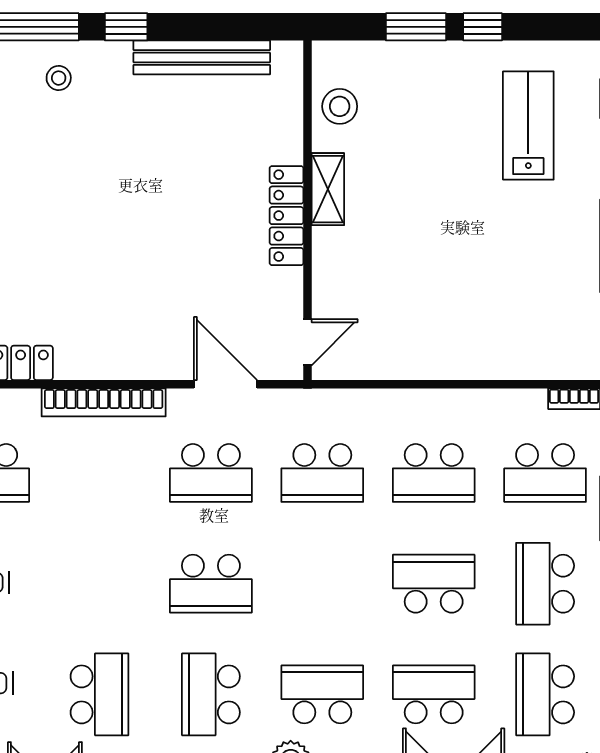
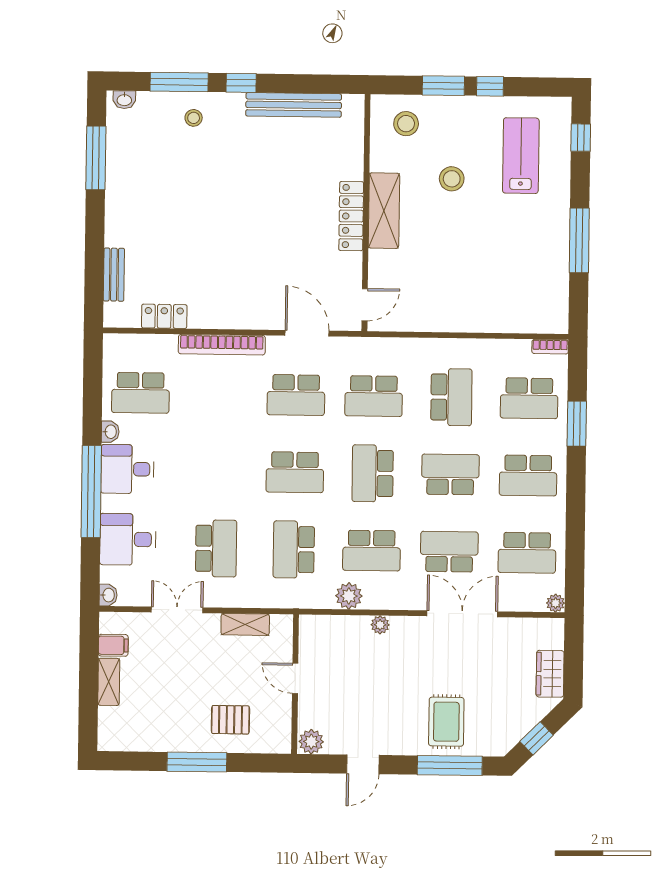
stool: (340, 106) -> (406, 124), moved
stool: (430, 160) -> (452, 179), added
shelving: (328, 189) -> (384, 211), width x1.50, depth x1.33
school desk: (434, 473) -> (451, 397), turned -90
school desk: (322, 584) -> (373, 473), added
school desk: (545, 584) -> (528, 475), turned -90
school desk: (322, 694) -> (372, 551), turned 180
school desk: (545, 694) -> (527, 553), turned -90

